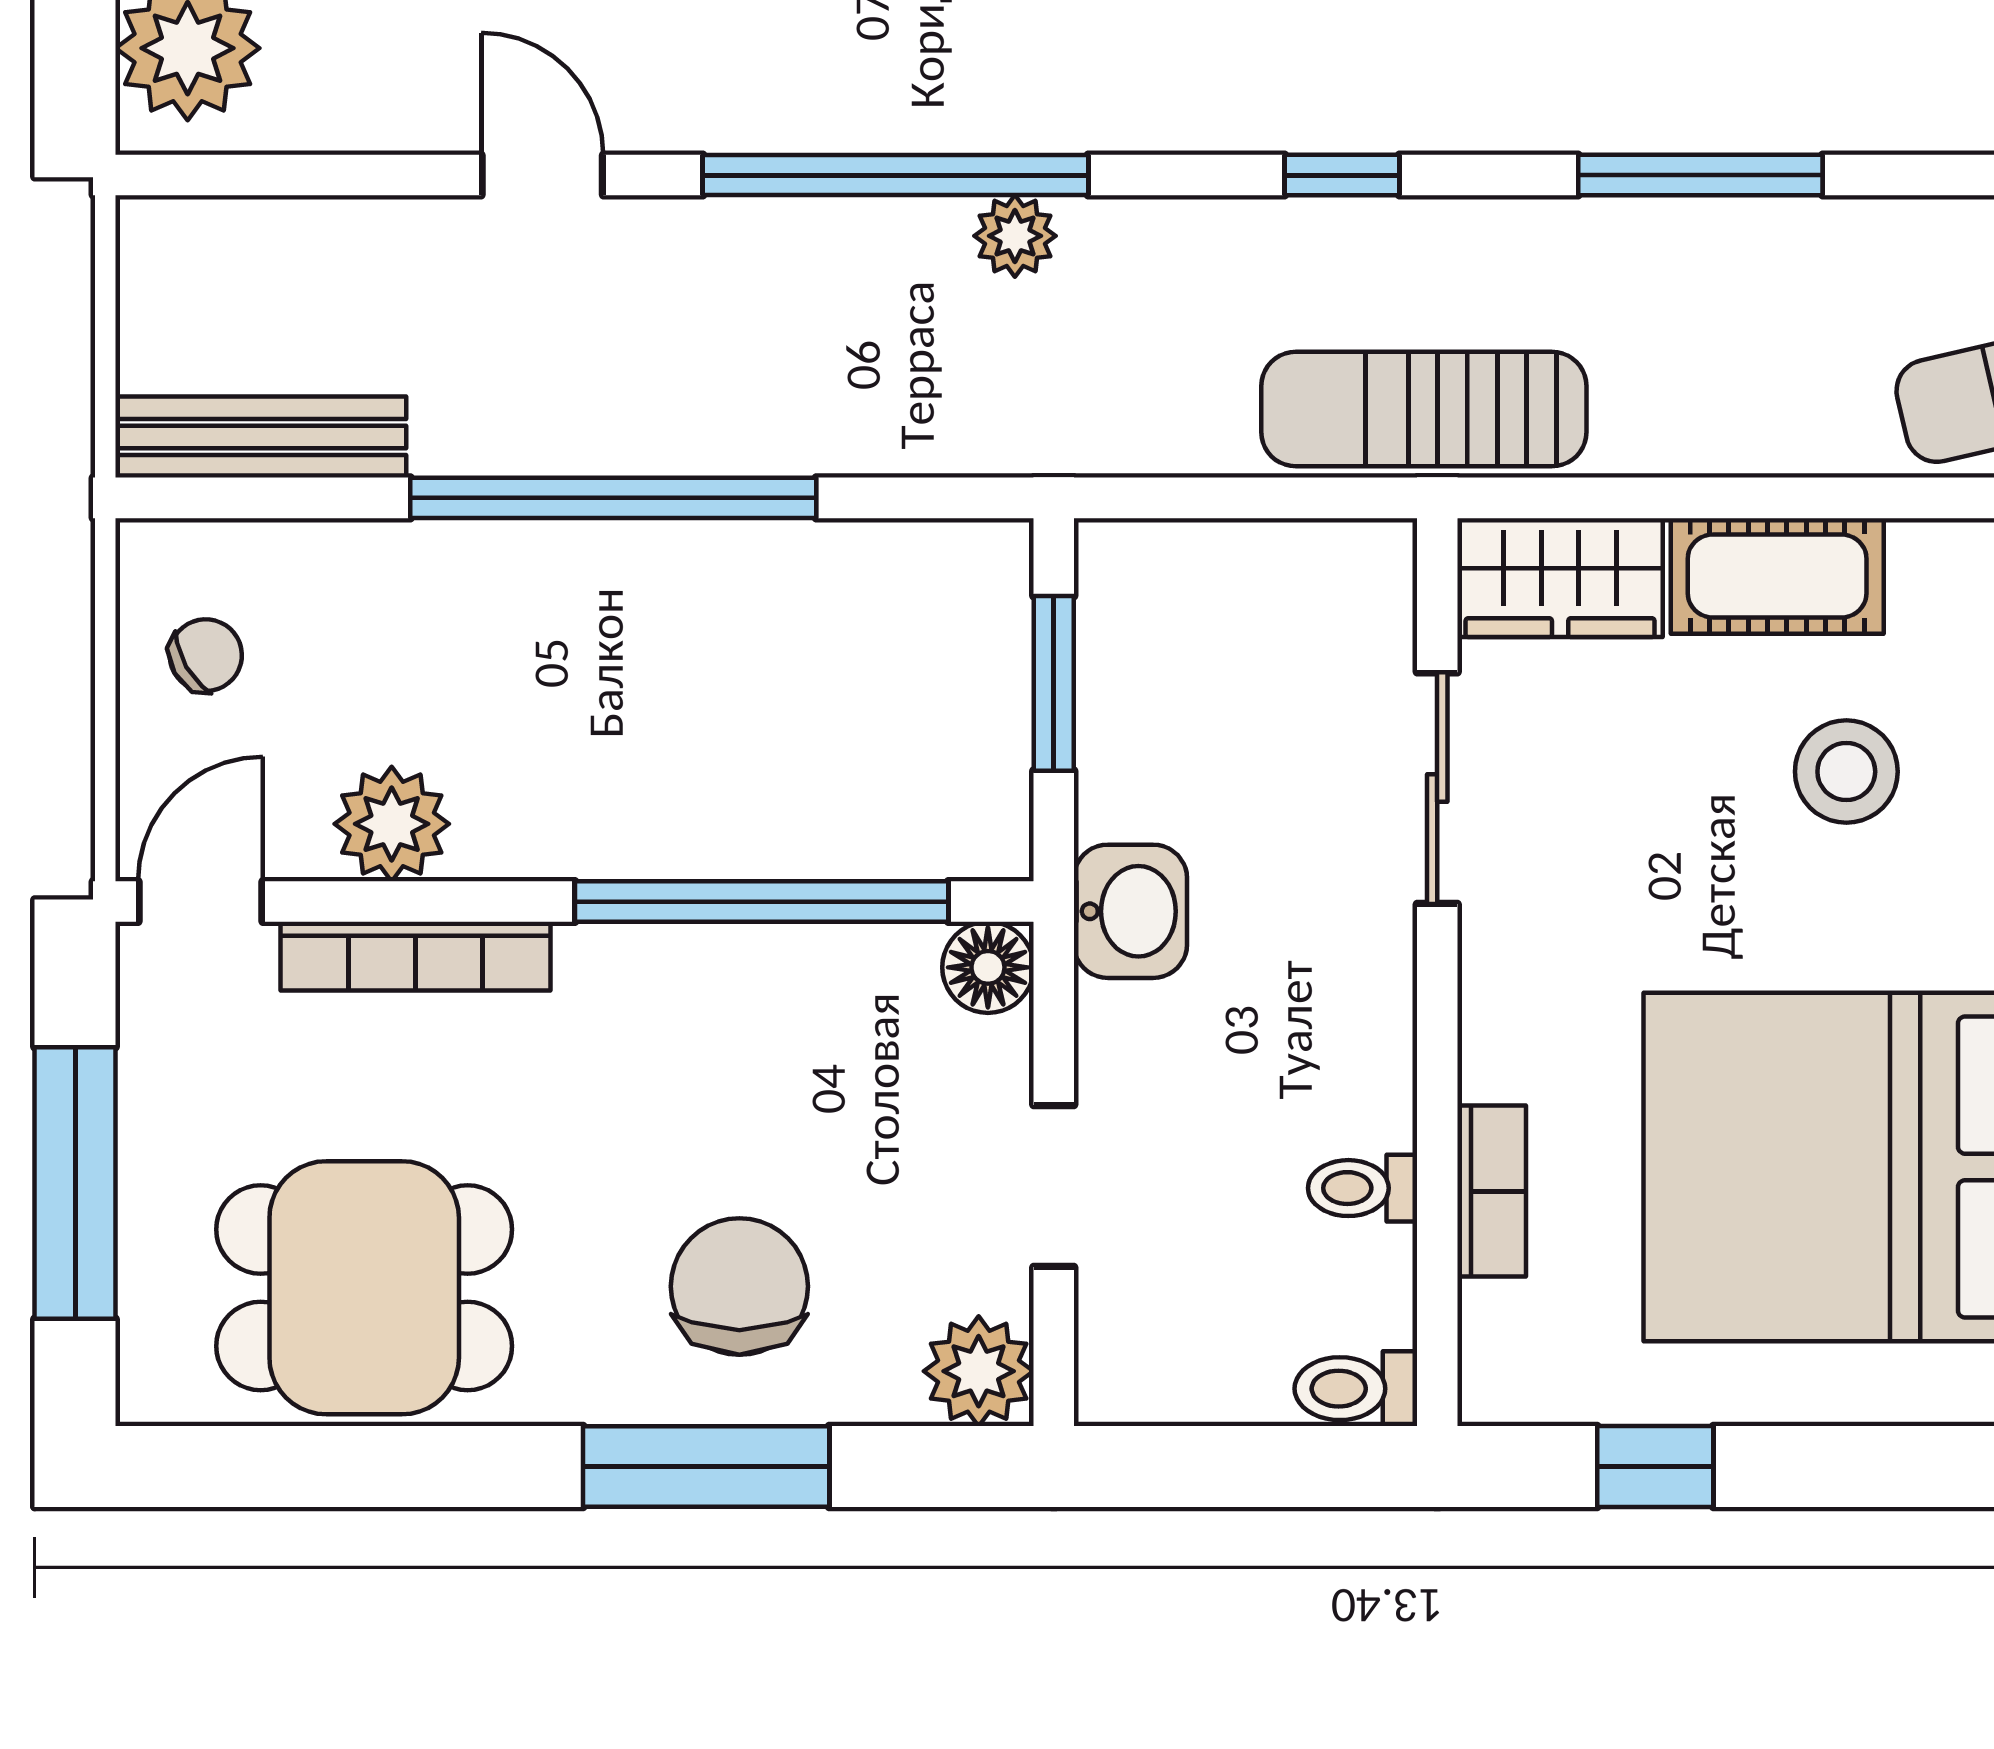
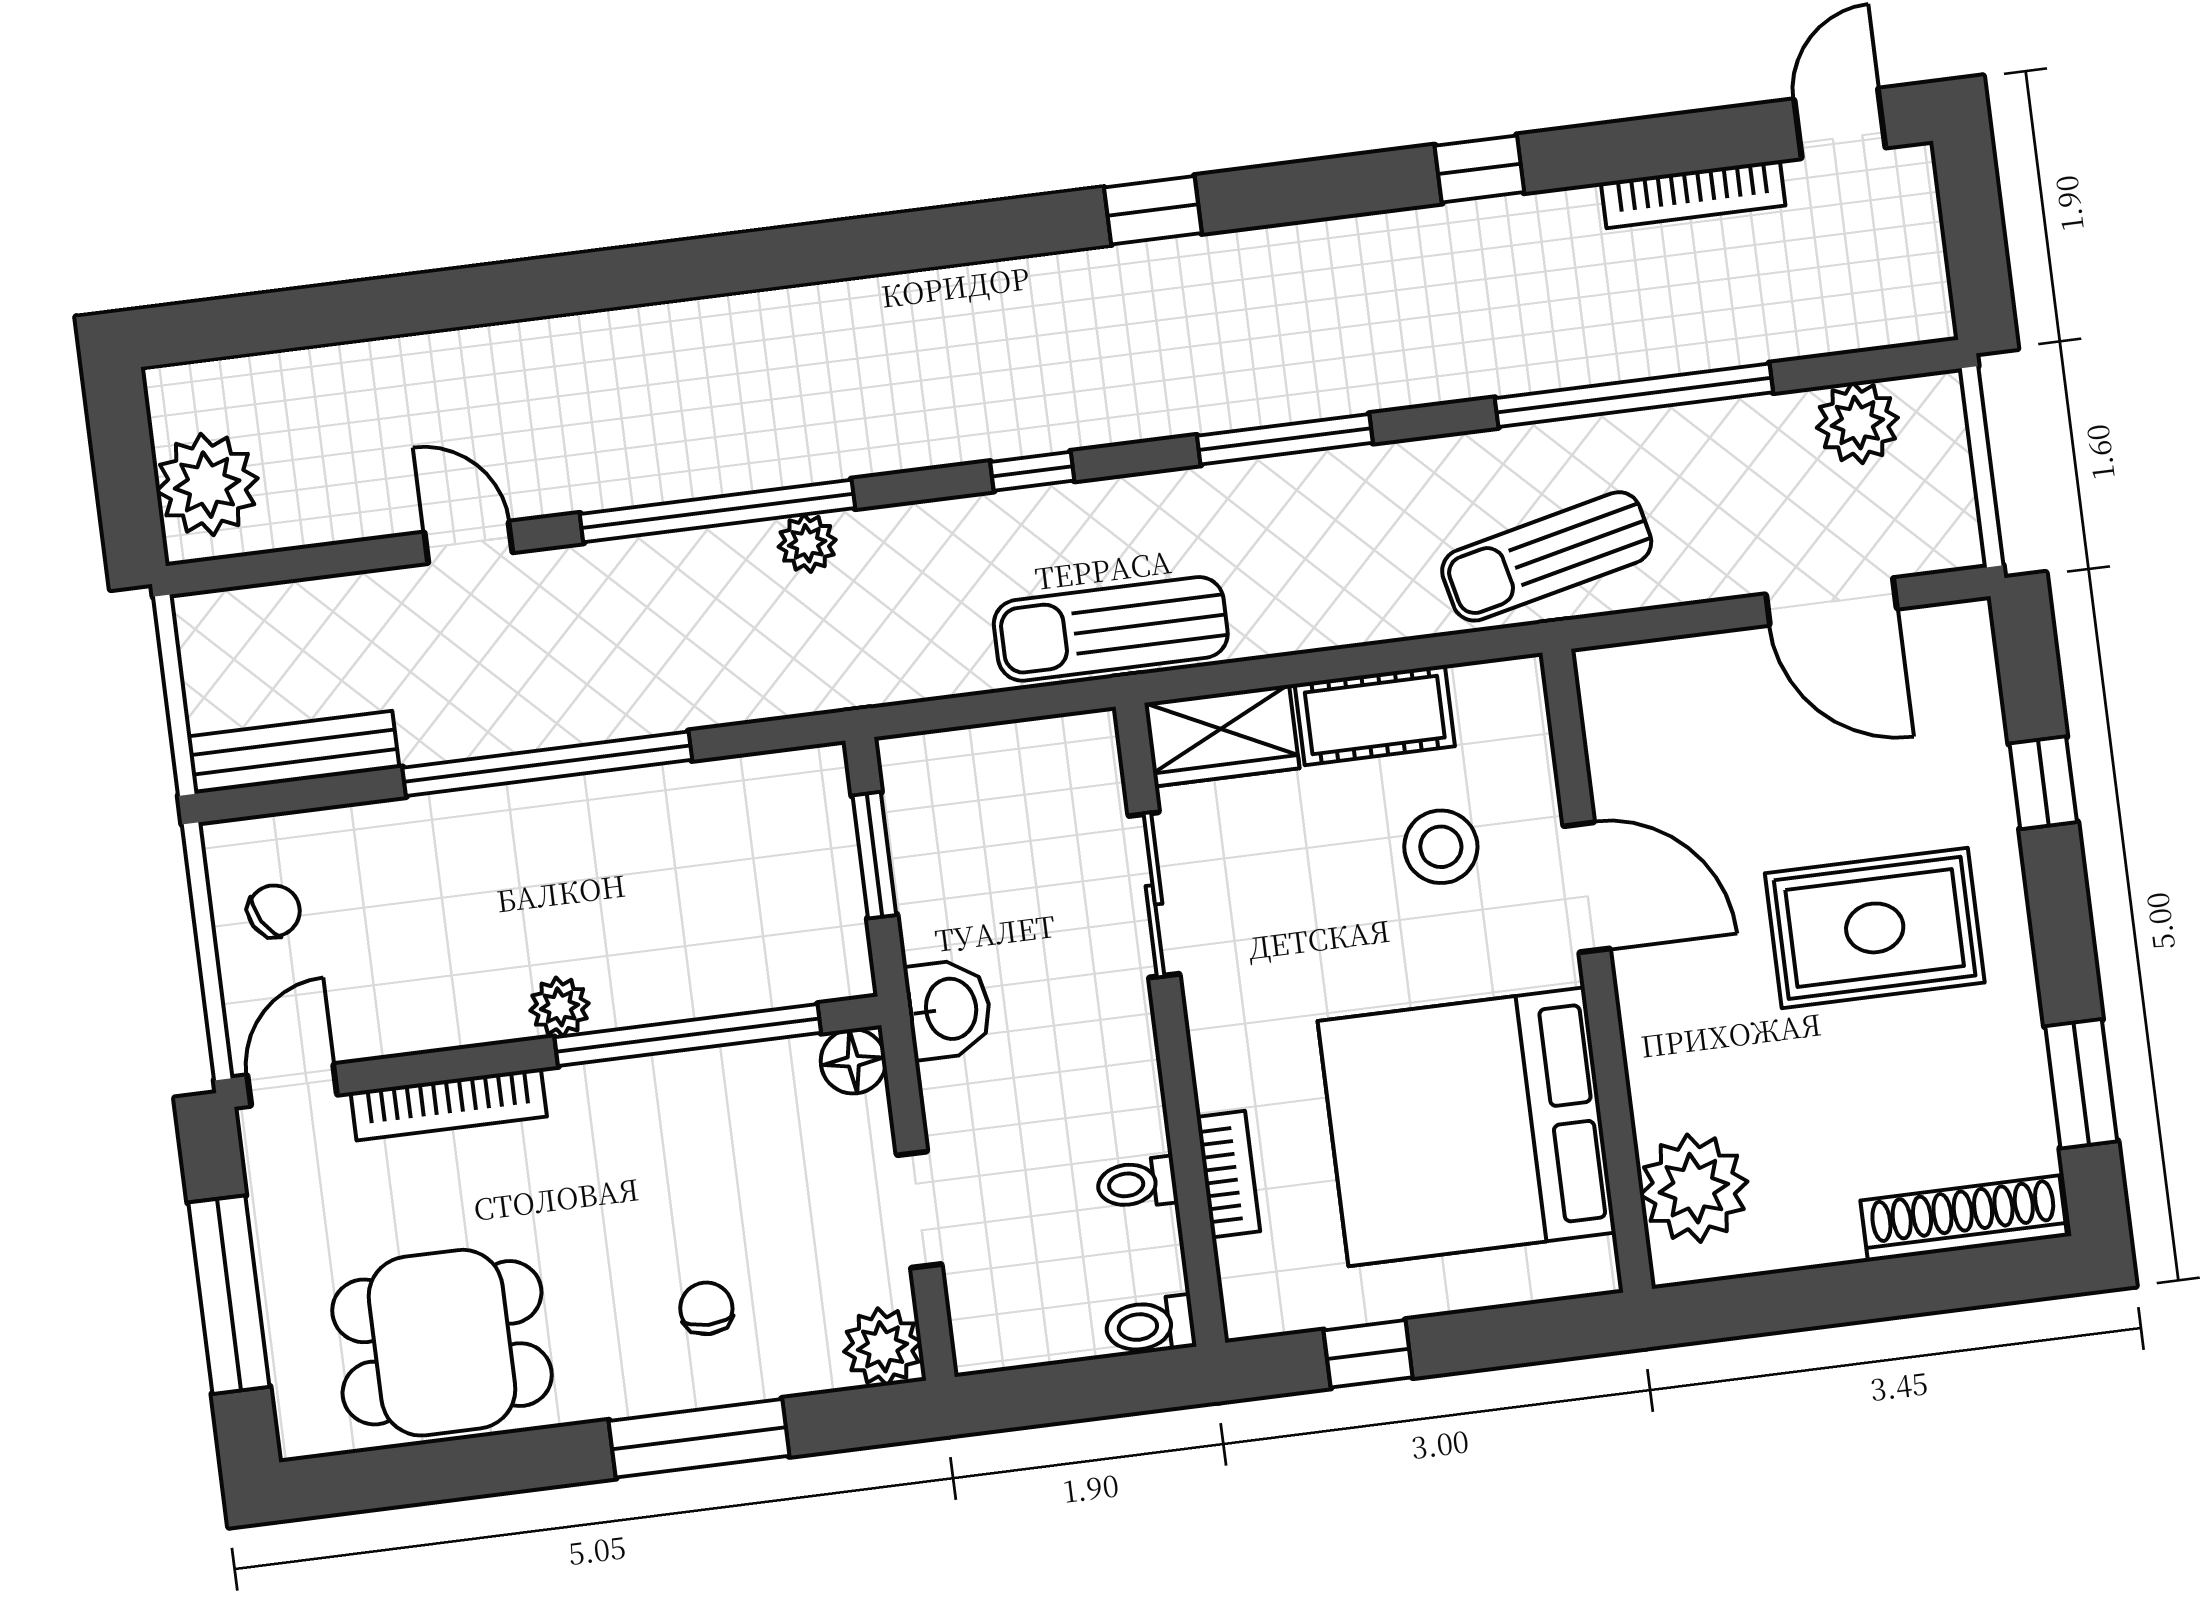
plant: (392, 824) -> (560, 1007), moved, width x0.73, depth x0.73
chair: (739, 1286) -> (706, 1308), width x0.54, depth x0.54

